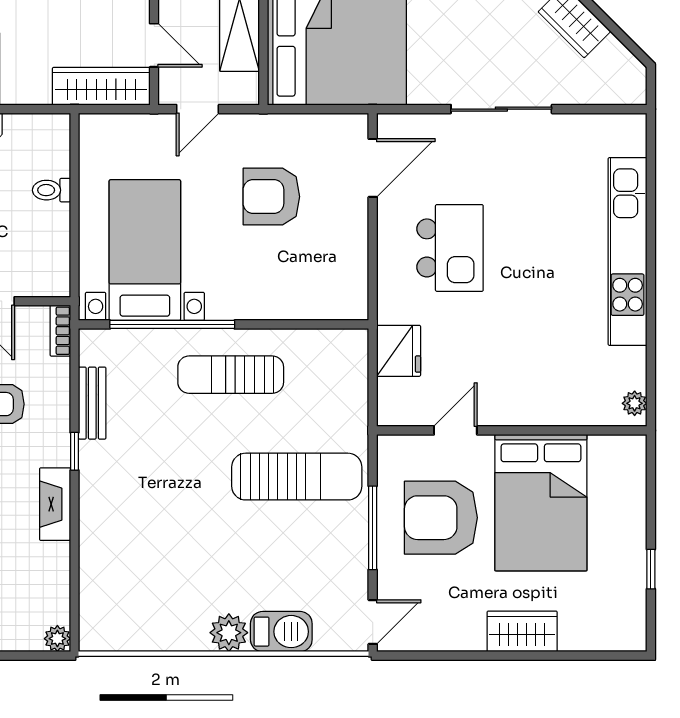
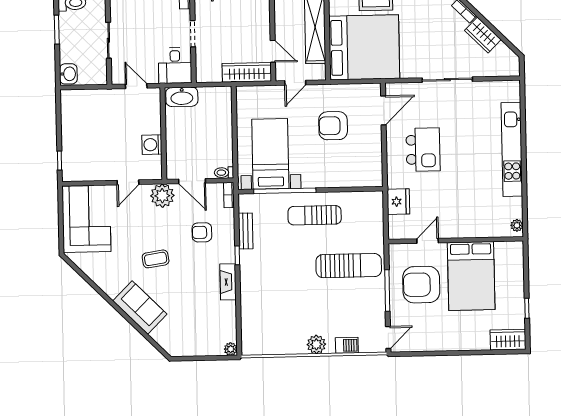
toilet: (51, 190) -> (224, 173), moved
wardrobe: (522, 631) -> (508, 340), moved
barbecue: (281, 632) -> (347, 345), width x0.73, depth x0.79

